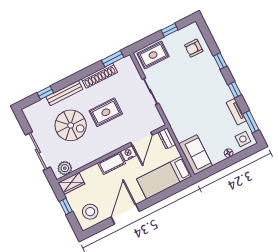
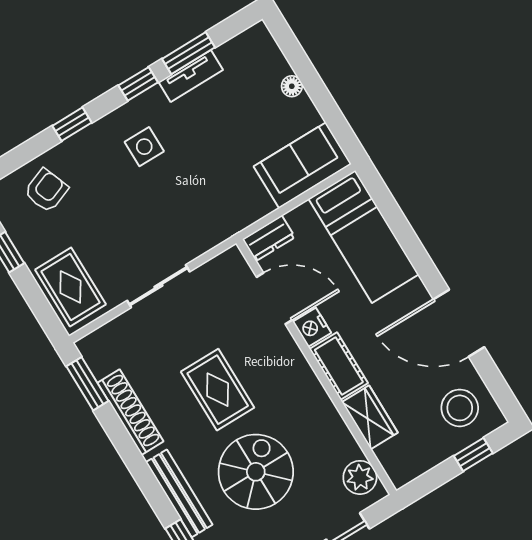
armchair: (194, 48) -> (46, 190), turned -111
window: (251, 122) -> (188, 53), moved
side table: (243, 139) -> (144, 147), moved
wardrobe: (72, 183) -> (370, 417), moved
window: (66, 206) -> (473, 455), moved

